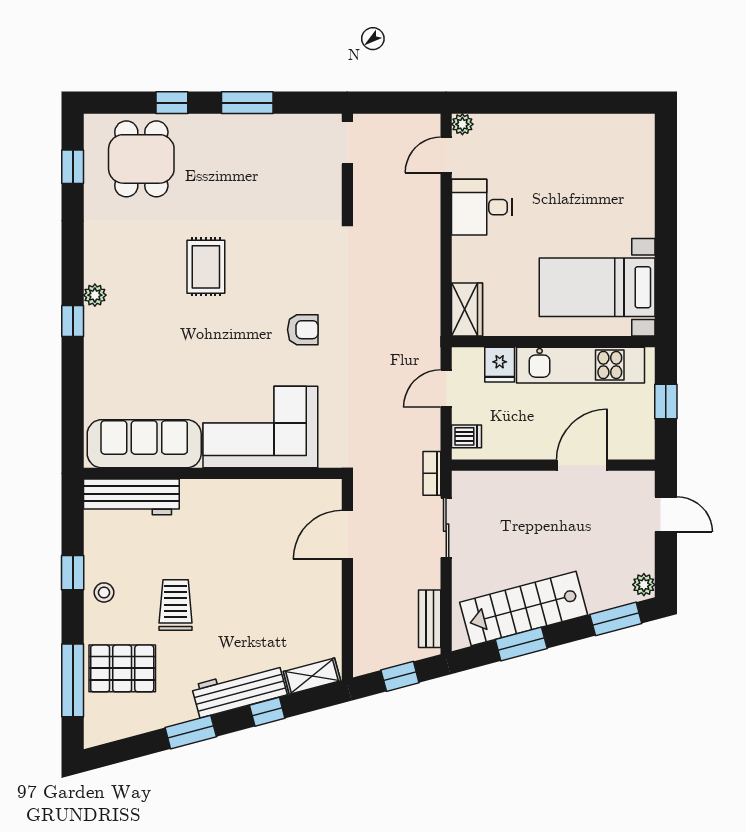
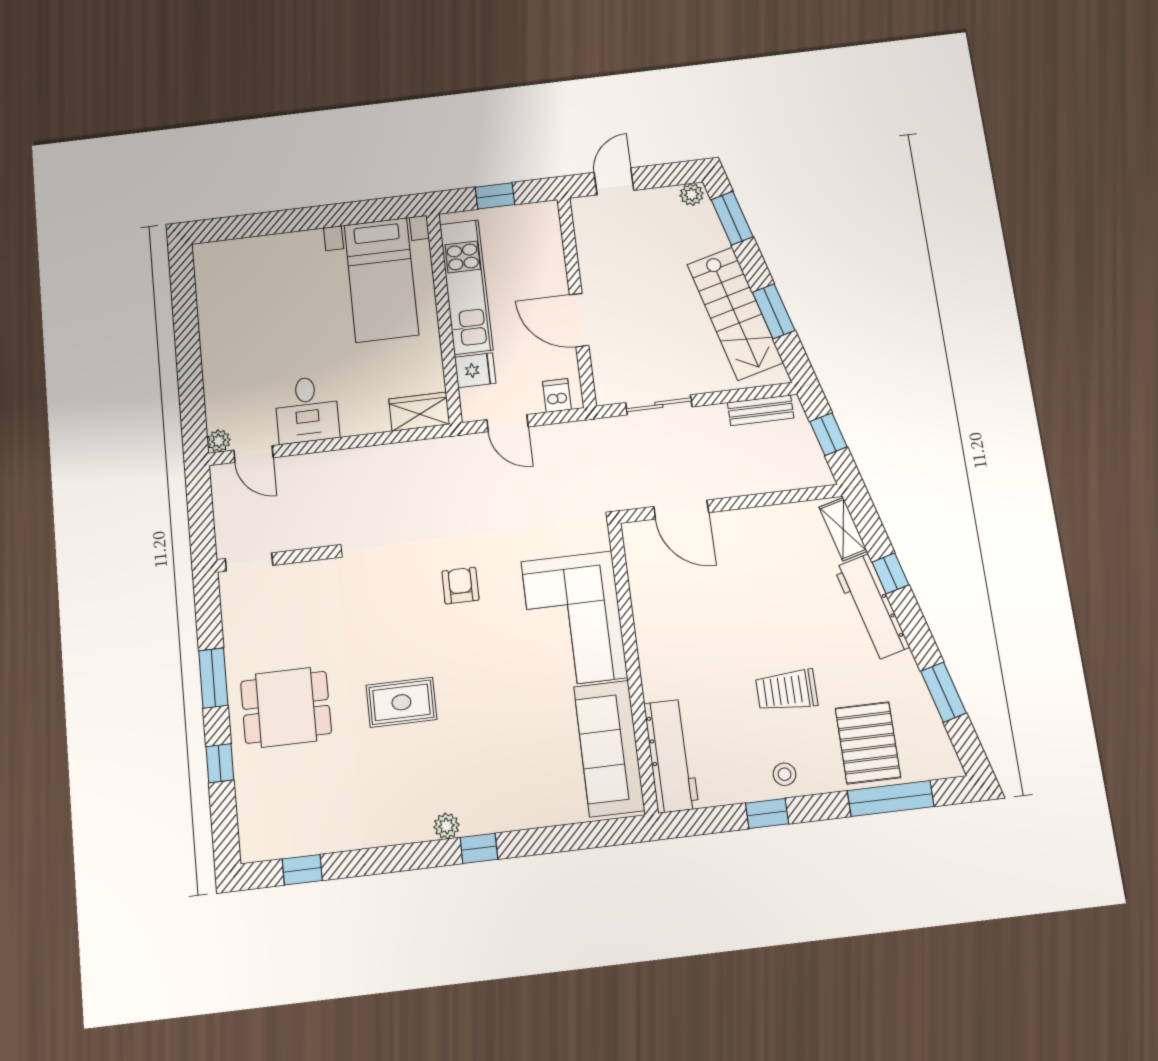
dining table: (141, 159) -> (286, 707), moved
door: (582, 465) -> (579, 320), moved
bookcase: (432, 473) -> (602, 427), removed
window: (191, 732) -> (943, 692), moved

